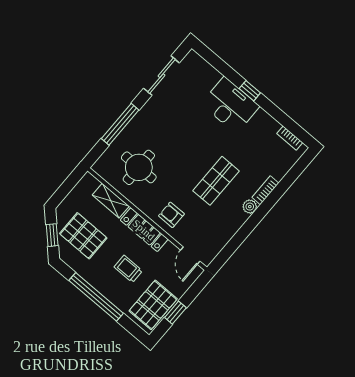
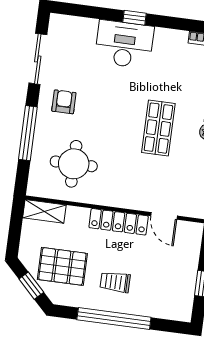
shelving: (111, 201) -> (44, 211), moved
armchair: (171, 215) -> (64, 102), moved, turned 90
door: (190, 256) -> (164, 216), moved
trolley: (128, 269) -> (115, 282), moved
pallet: (153, 305) -> (175, 290), removed

